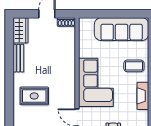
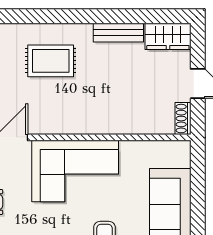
rug: (34, 96) -> (51, 61), turned 90

